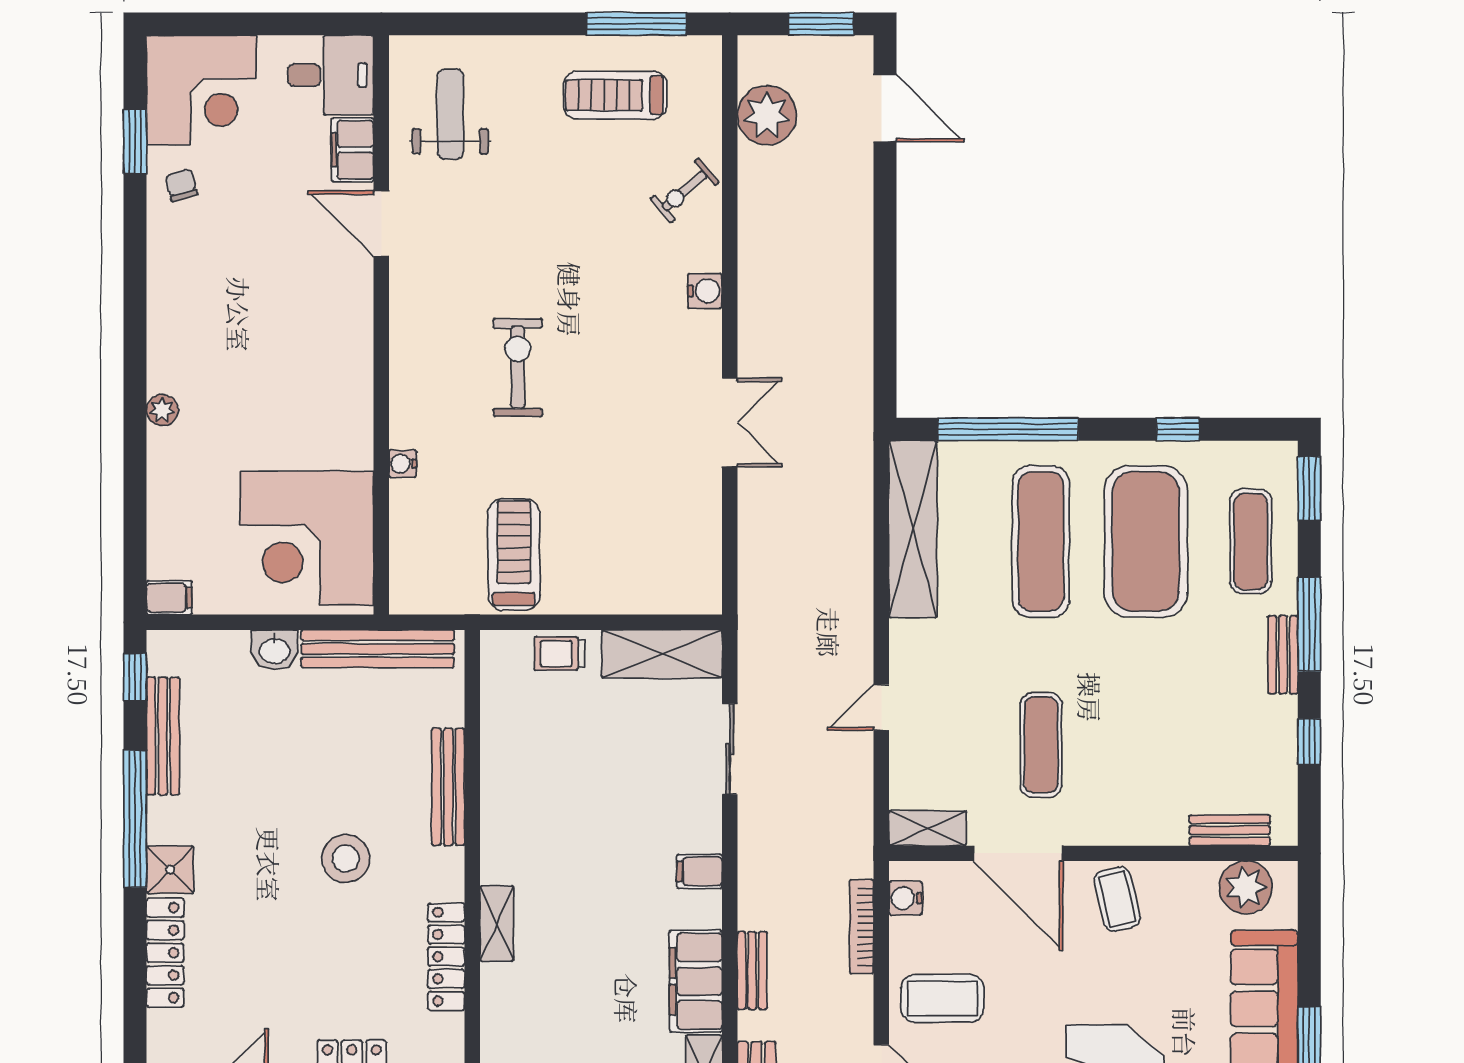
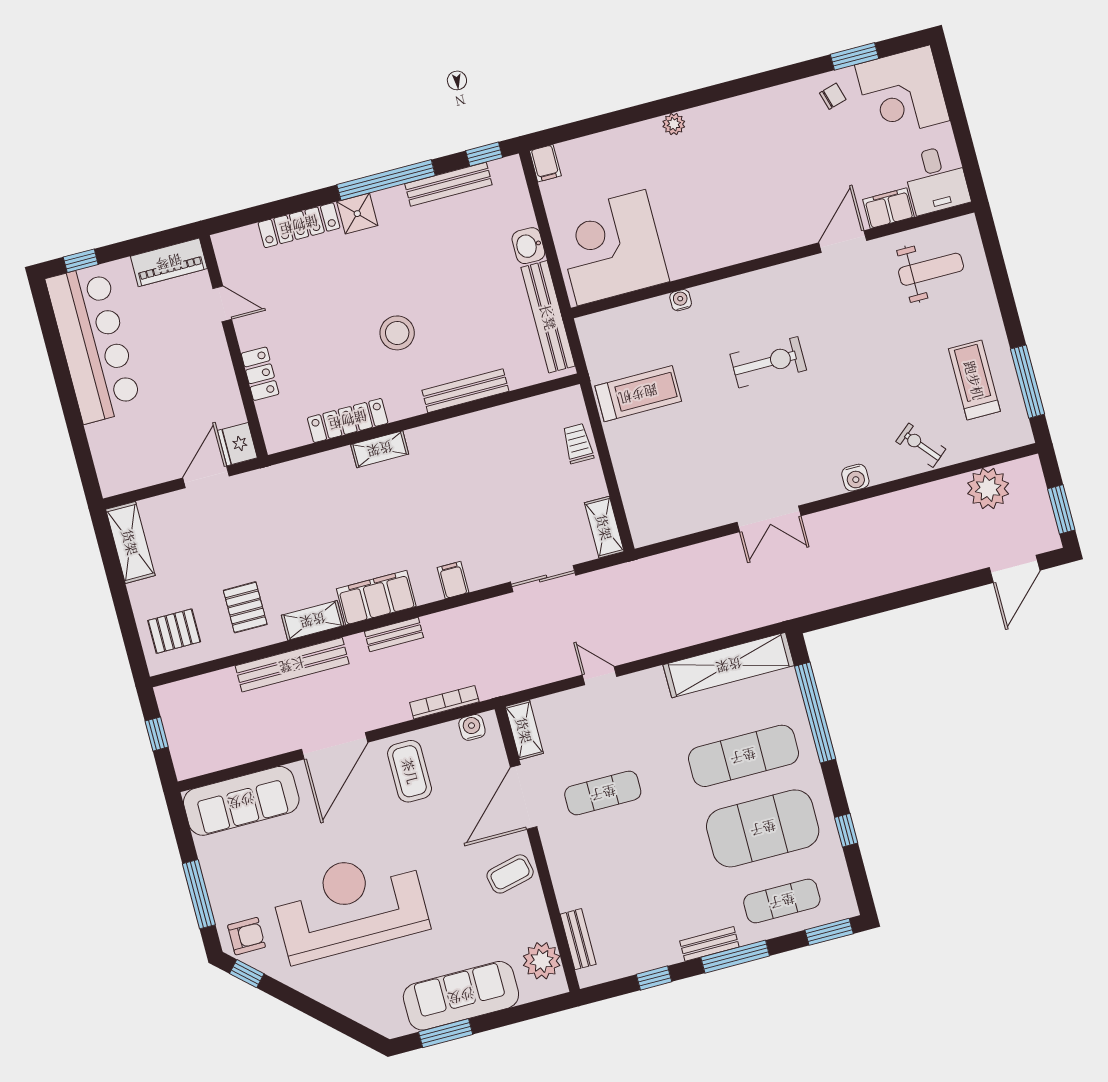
shelving: (662, 654) -> (604, 527), width x0.67, depth x0.75

